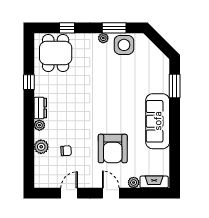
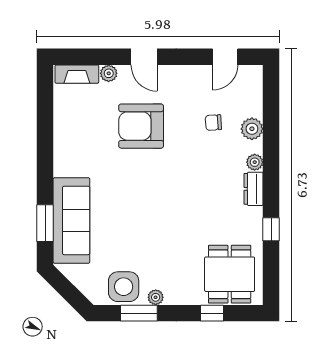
sofa: (158, 121) -> (71, 220), moved
armchair: (113, 149) -> (141, 126), turned -90
door: (69, 193) -> (225, 57), moved

